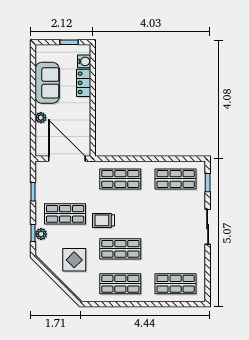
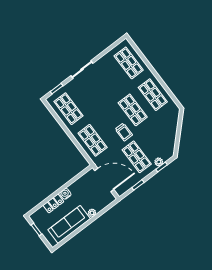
water cooler: (84, 61) -> (65, 194), moved
sofa: (47, 83) -> (69, 224), width x1.36
door: (67, 159) -> (104, 180), swing flipped
display table: (74, 260) -> (159, 132), removed

